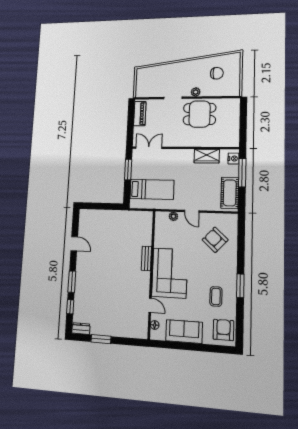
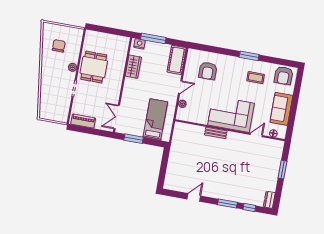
cot: (230, 193) -> (177, 60), moved, turned 90
armchair: (215, 240) -> (208, 71), turned -43
armchair: (223, 330) -> (284, 76), turned -90
window: (101, 339) -> (283, 170), moved

